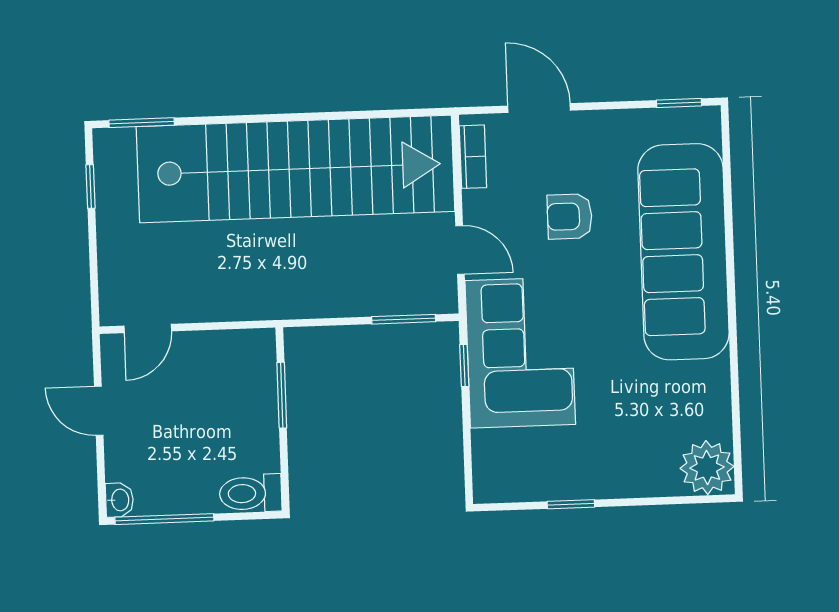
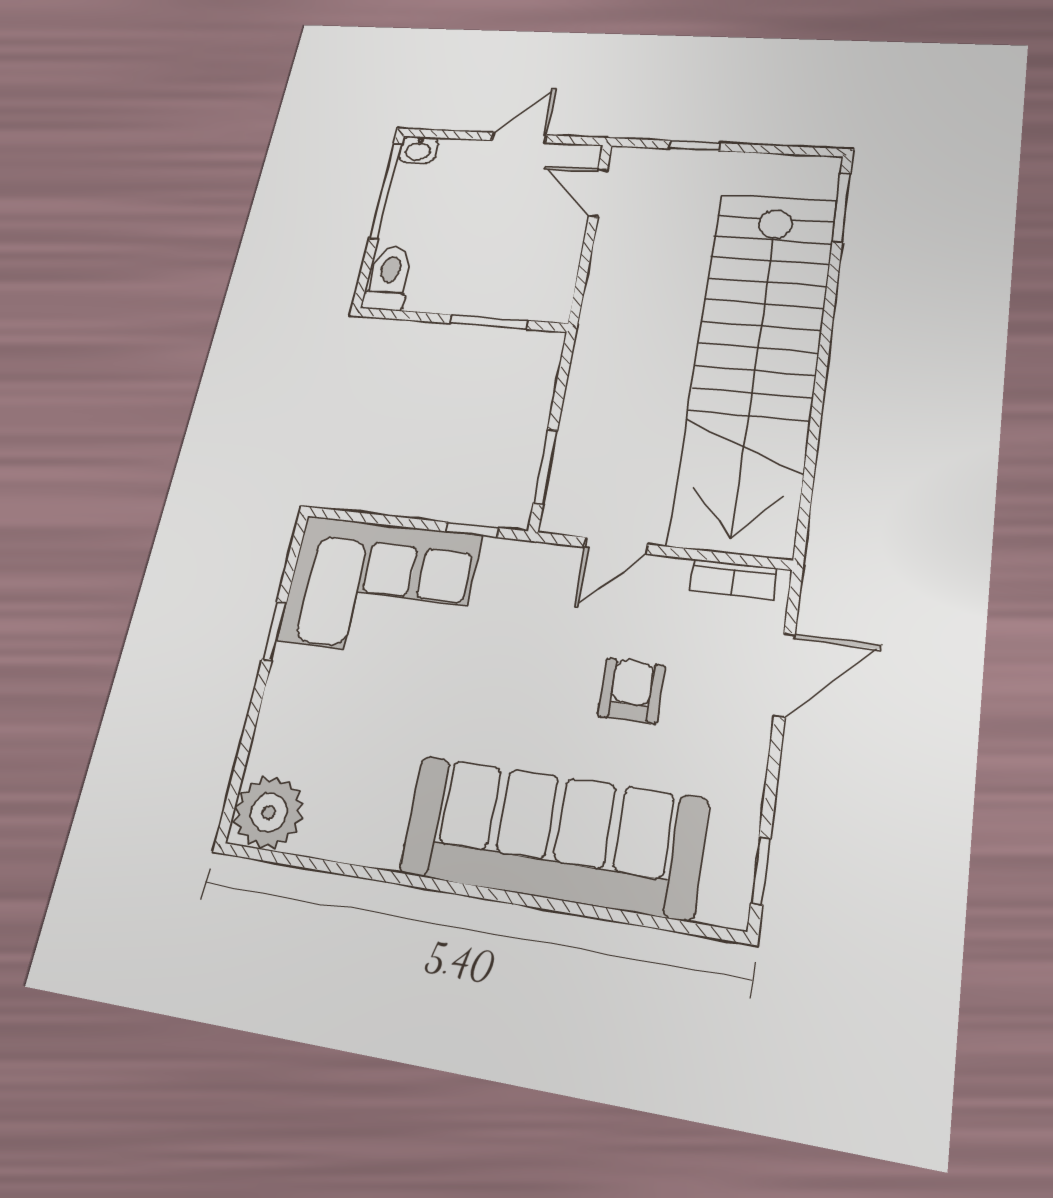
window: (90, 186) -> (695, 146), moved
corner sofa: (520, 352) -> (379, 588), moved

